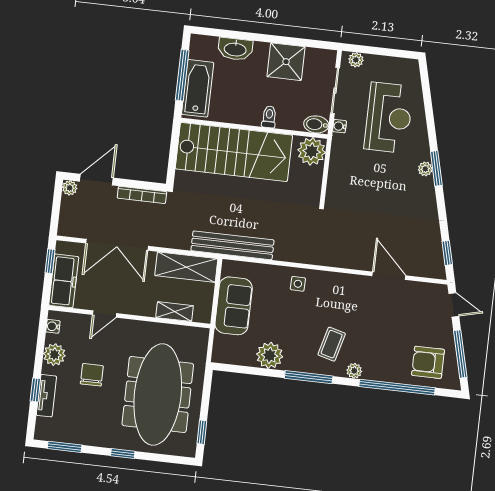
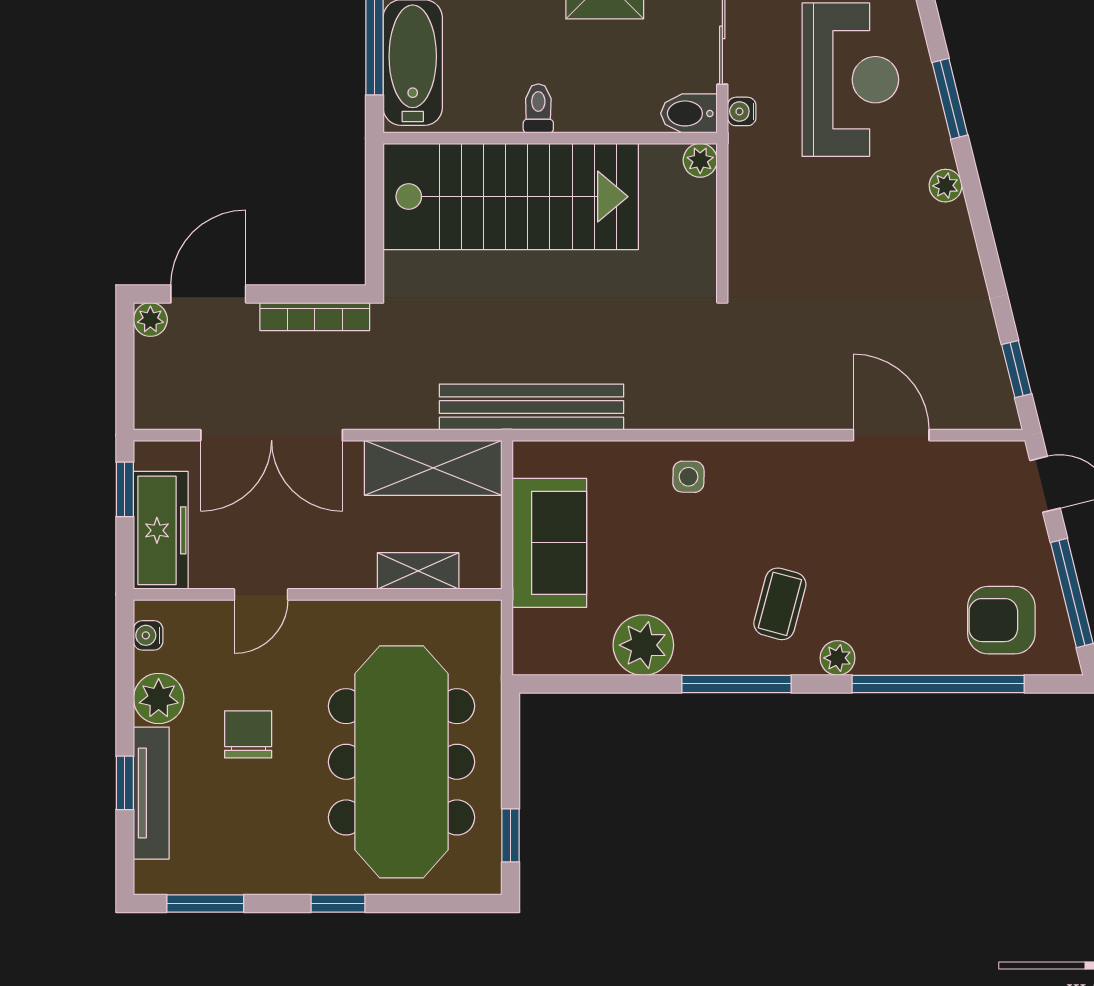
toilet: (269, 117) -> (538, 108), moved
plant: (312, 151) -> (700, 160), width x0.53, depth x0.53
window: (436, 168) -> (950, 99), moved
tv unit: (46, 396) -> (151, 793), width x1.41

